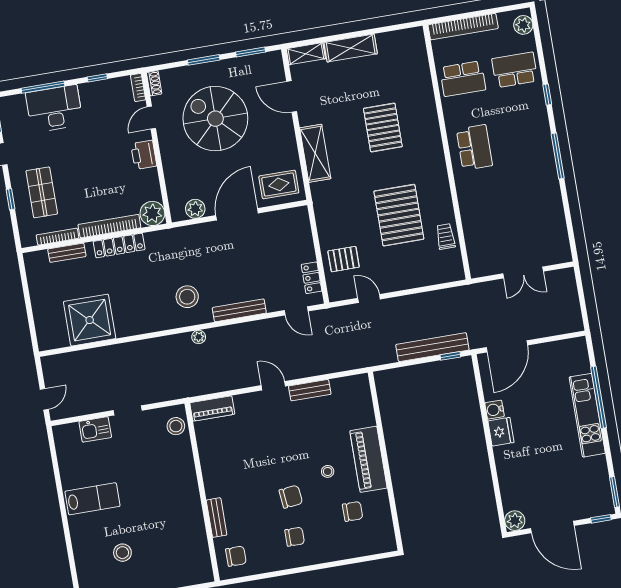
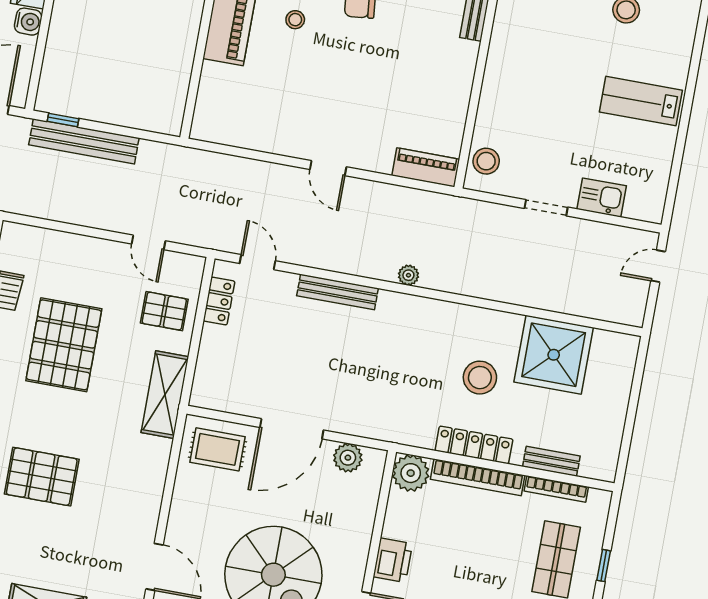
pallet: (383, 128) -> (42, 477), turned 90
shelving: (315, 153) -> (165, 395), moved
stool: (187, 297) -> (480, 378), moved
bench: (310, 390) -> (279, 143), removed

